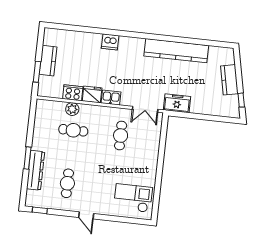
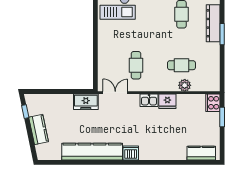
dishwasher: (110, 42) -> (131, 153), moved
kitchen counter: (48, 61) -> (201, 153), moved, turned 90
cooker: (73, 93) -> (213, 103), moved, turned 90

